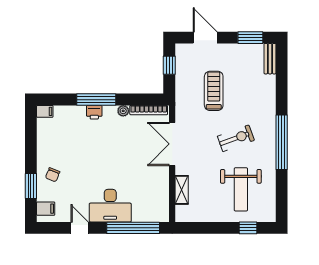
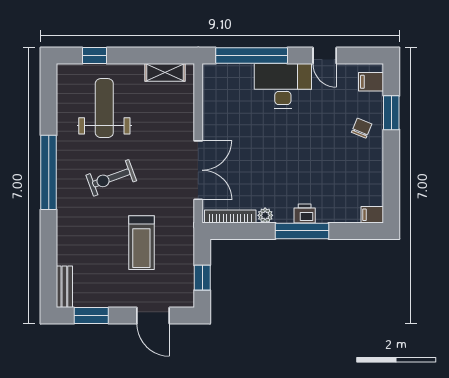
shelving: (182, 190) -> (165, 72), moved, turned 90

